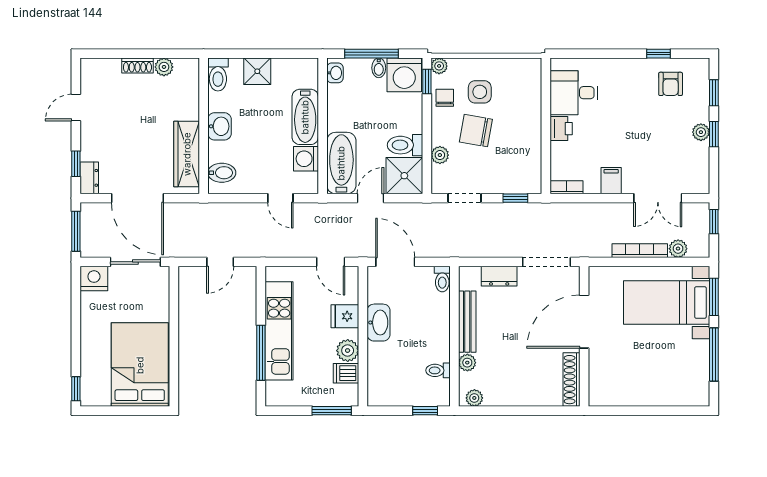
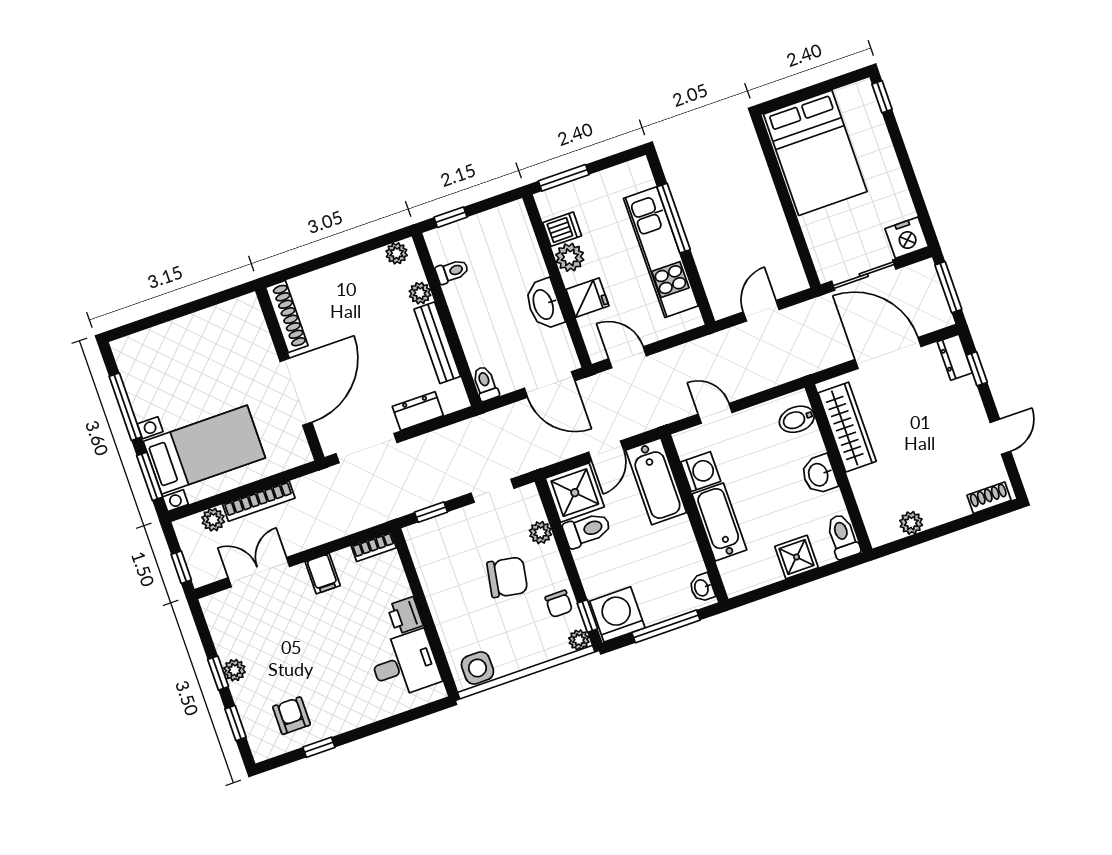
shoe rack: (137, 65) -> (989, 498), moved
bidet: (379, 68) -> (651, 612), removed
side table: (480, 92) -> (477, 668), moved

